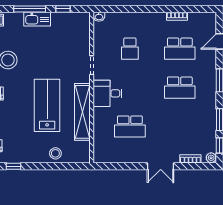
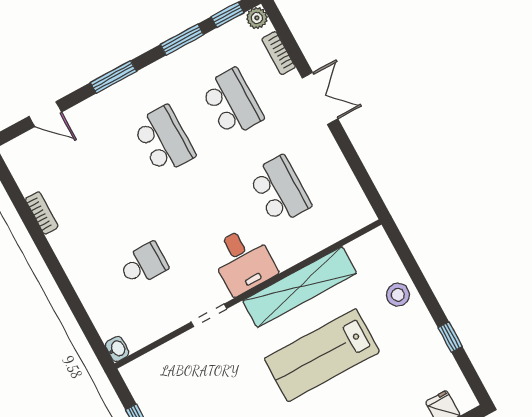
school desk: (180, 49) -> (232, 103), moved
window: (14, 166) -> (450, 337), moved

